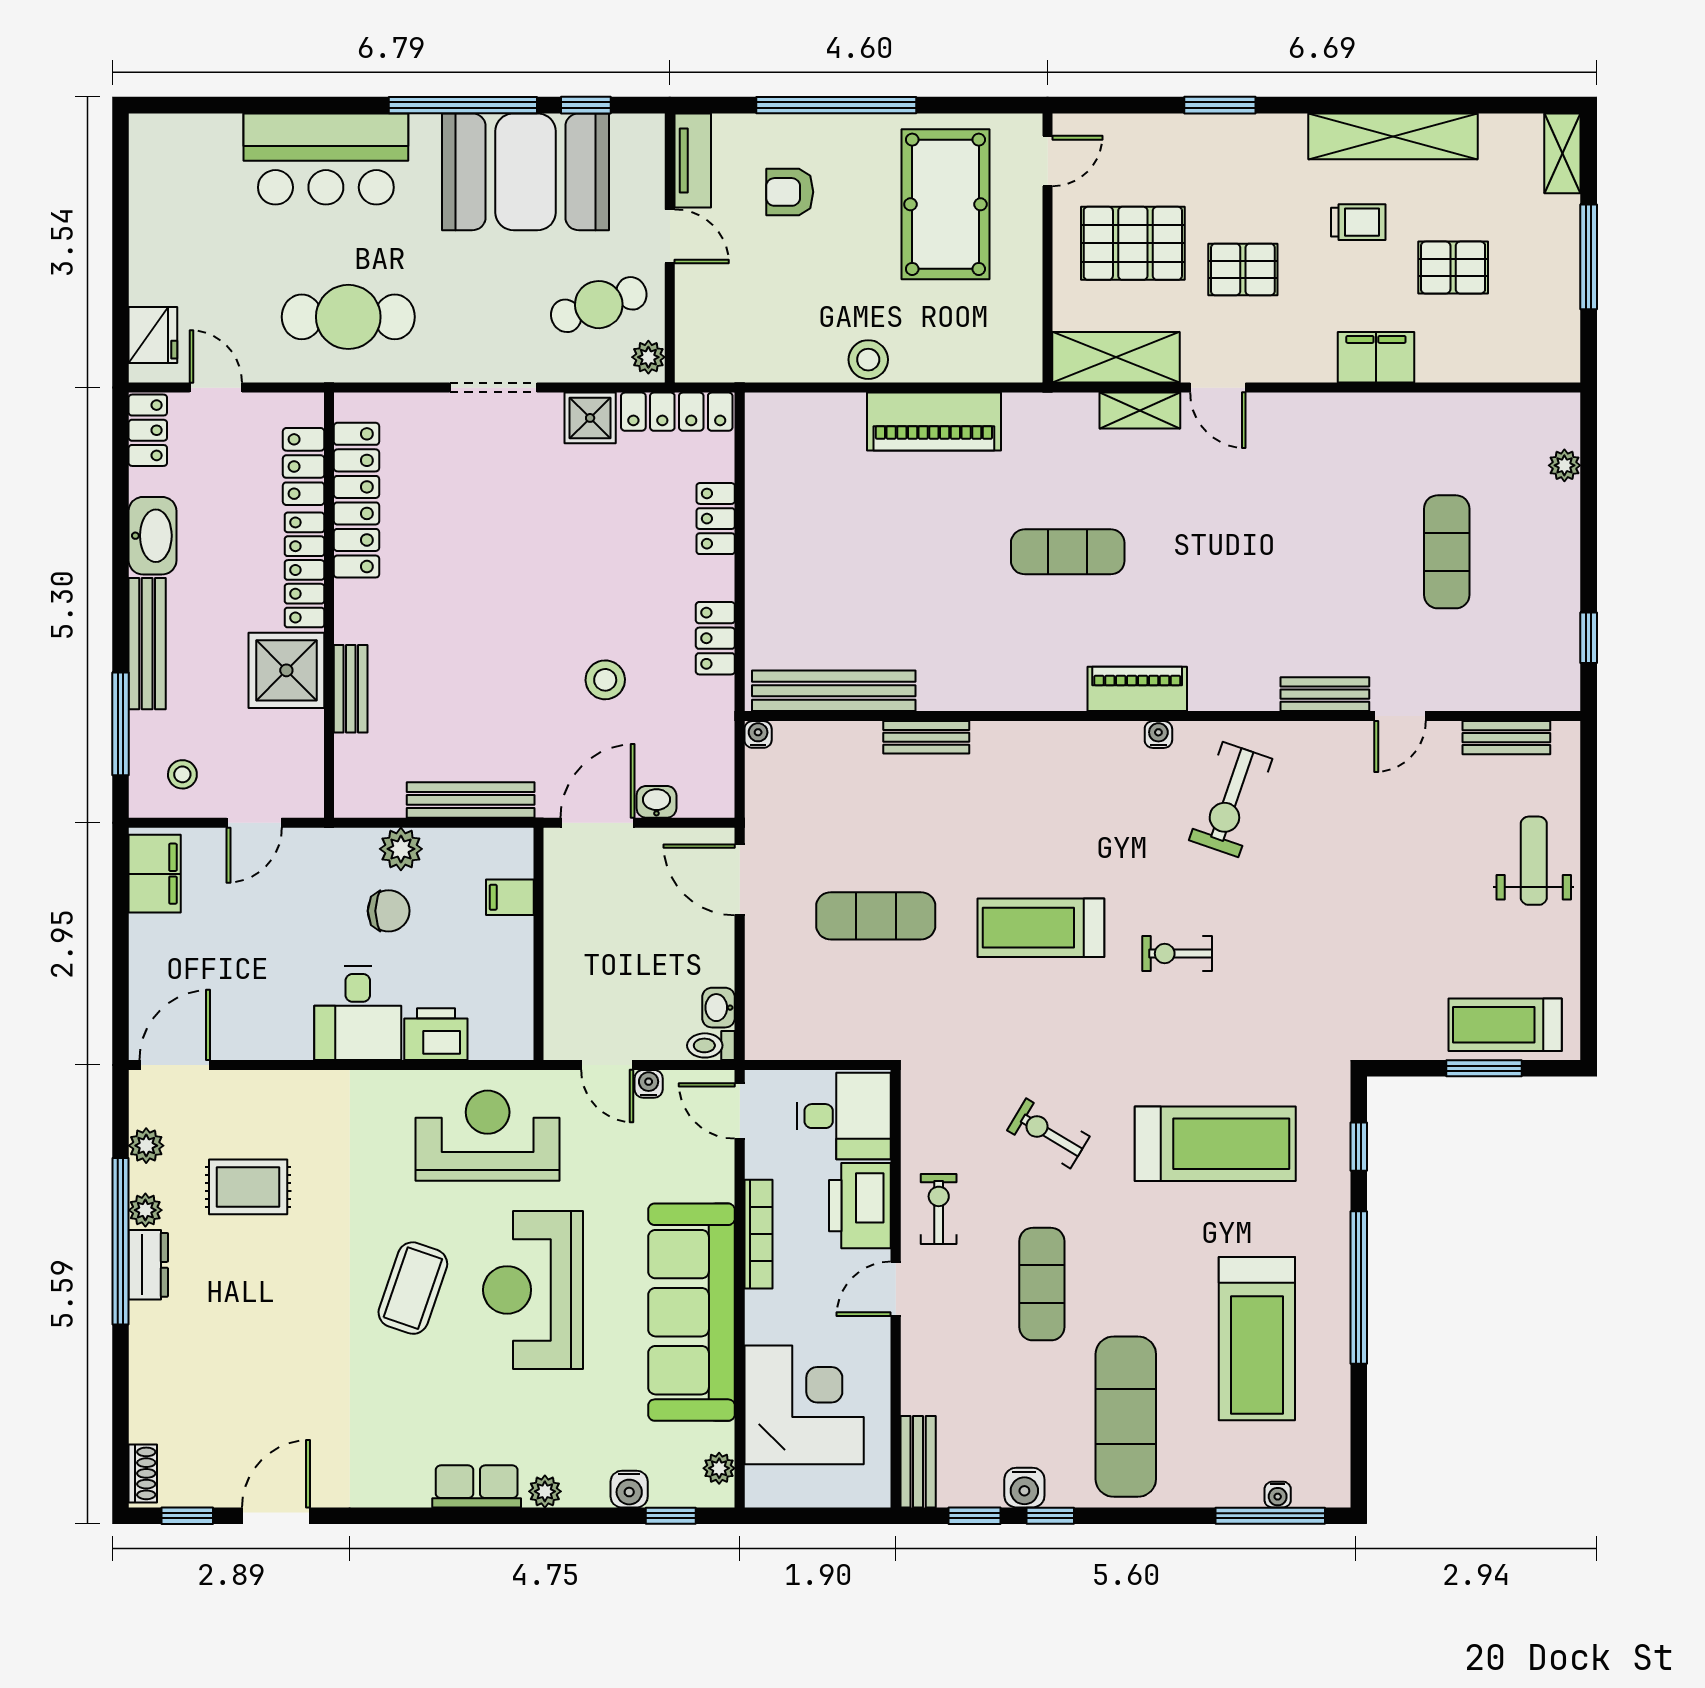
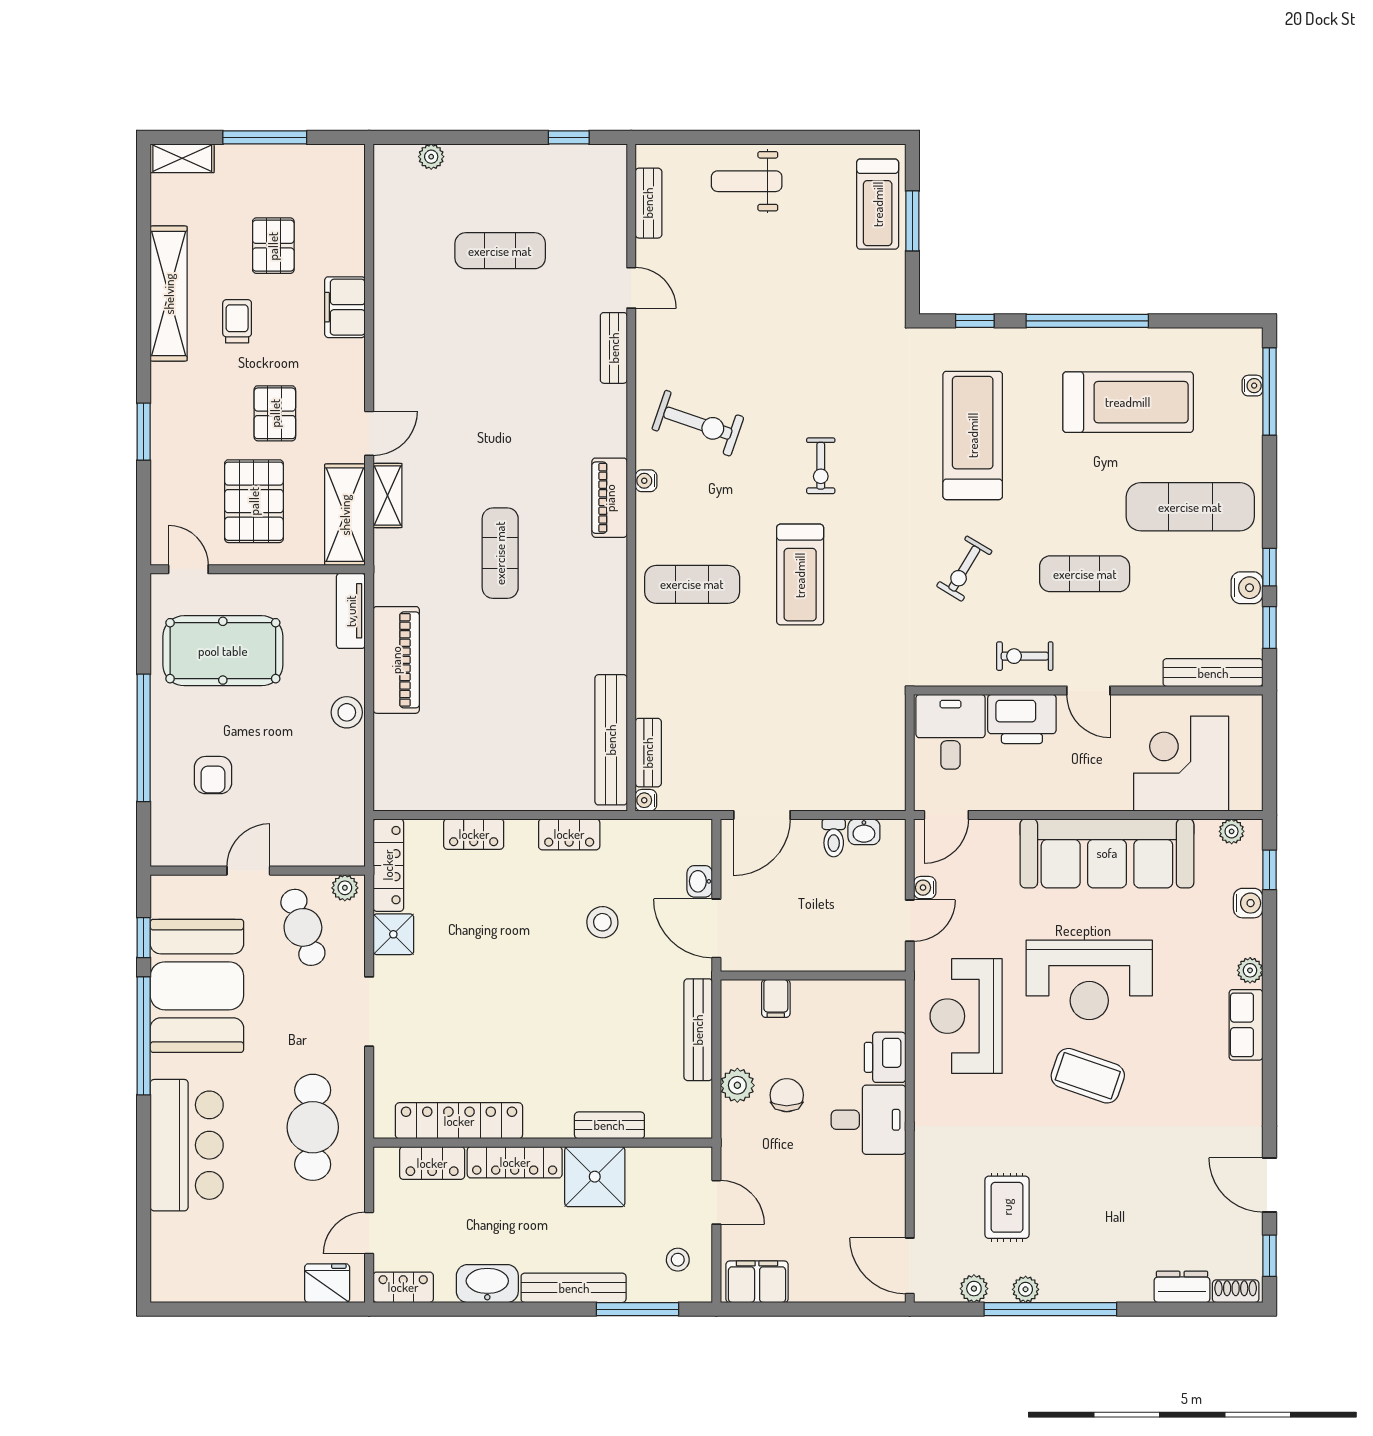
tv unit: (693, 160) -> (351, 611), moved, turned -90
bench: (926, 737) -> (648, 753), moved
exercise mat: (876, 916) -> (692, 584), moved, turned 90
toilet: (711, 1045) -> (834, 838), moved
bookcase: (758, 1234) -> (1045, 800), removed
dresser: (148, 1265) -> (1182, 1287), moved
bench: (918, 1462) -> (1213, 673), width x1.36

